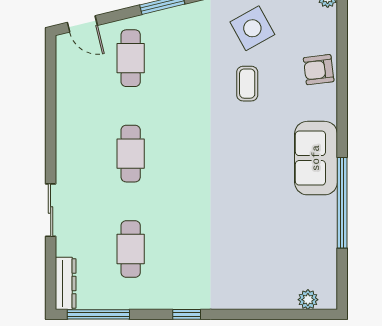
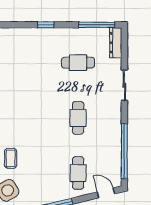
window: (51, 96) -> (124, 151), added
cafe table: (131, 249) -> (78, 63), turned 90

